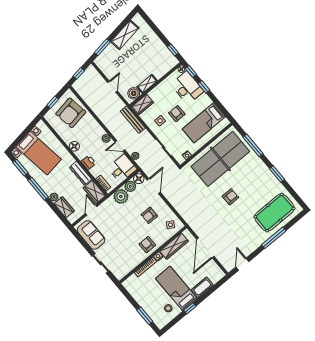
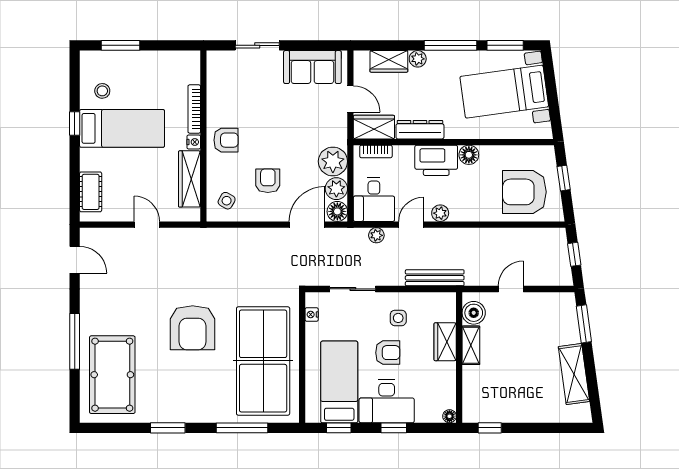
window: (191, 71) -> (339, 428), moved
door: (112, 87) -> (511, 289), swing flipped
desk: (187, 88) -> (387, 401), moved
wardrobe: (143, 104) -> (445, 342), moved
armchair: (71, 113) -> (524, 192), turned -81
printer: (88, 162) -> (436, 160), width x1.87, depth x1.48
door: (154, 186) -> (307, 225), swing flipped
armchair: (230, 197) -> (193, 328), width x1.88, depth x1.88
door: (205, 248) -> (147, 225), width x0.53
cot: (202, 287) -> (91, 192), moved

